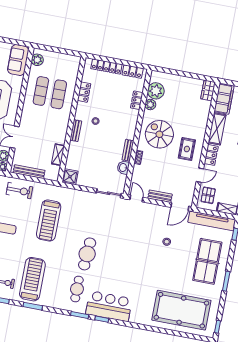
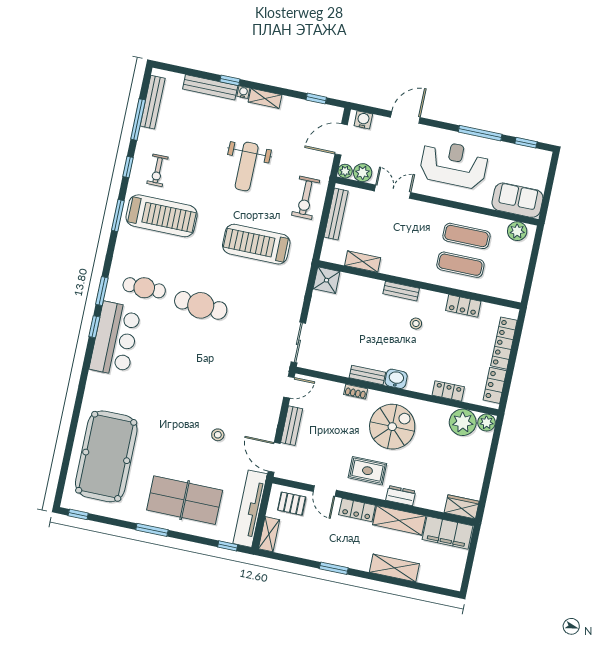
plant: (150, 105) -> (487, 423), moved
dresser: (202, 128) -> (401, 496), added
washbasin: (123, 168) -> (396, 379), moved

